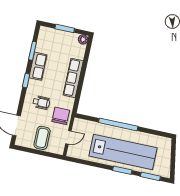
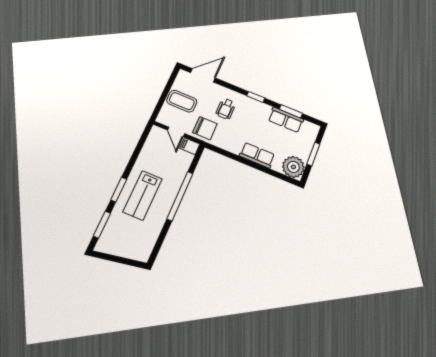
plant: (83, 39) -> (293, 167), width x1.88, depth x1.88
row of seats: (38, 66) -> (286, 120), moved
row of seats: (73, 78) -> (257, 155), width x0.68
filing cabinet: (78, 125) -> (190, 146), added
lab bench: (123, 152) -> (143, 195), width x0.54, depth x0.72

